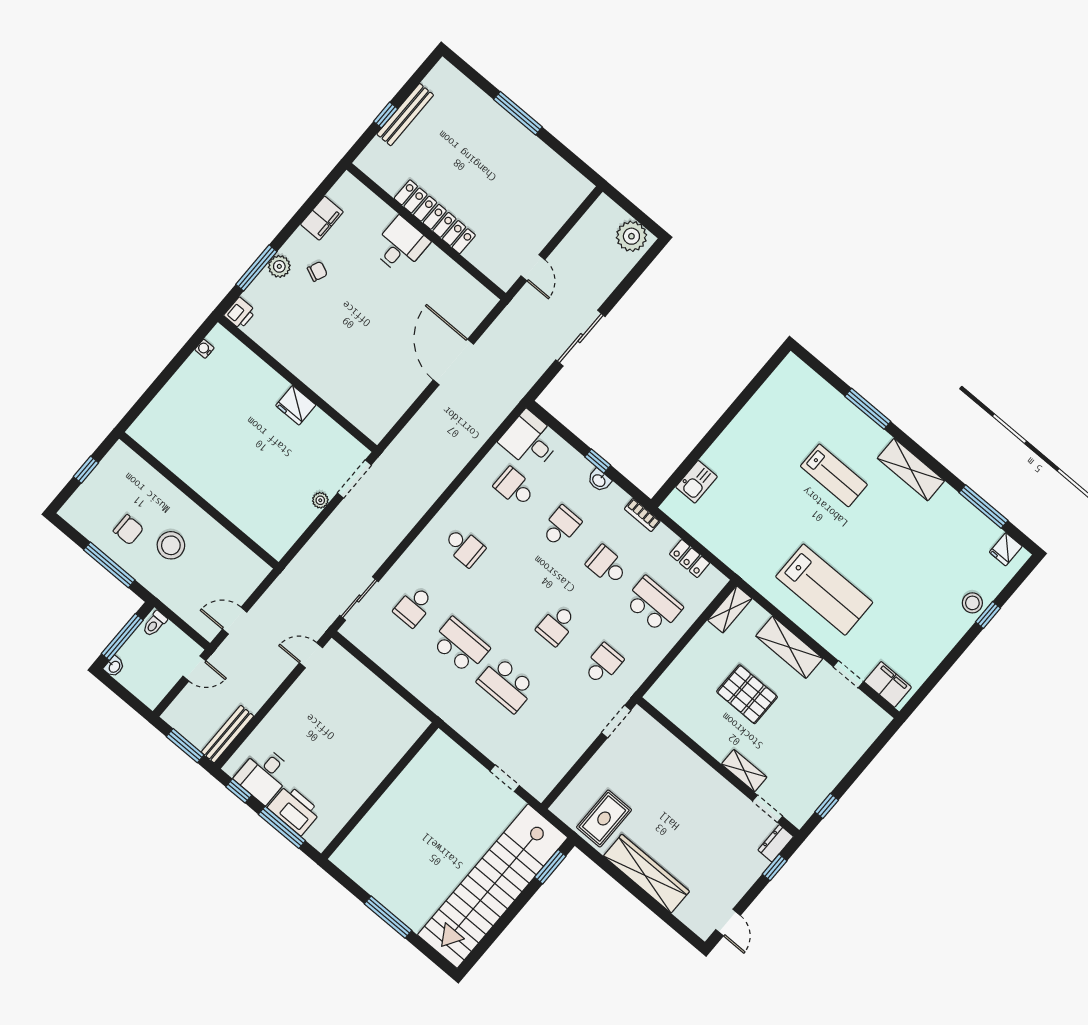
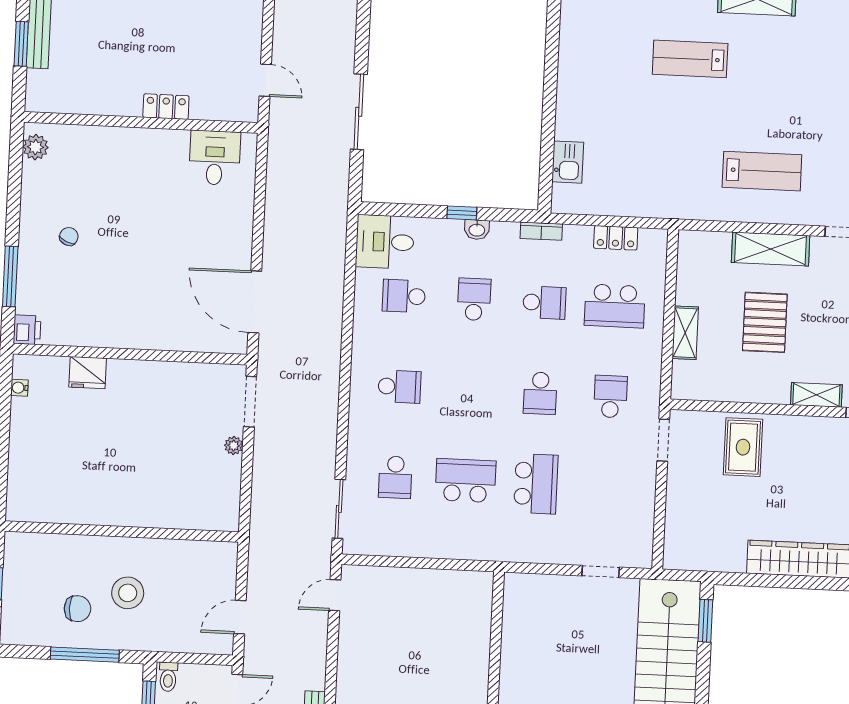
window: (386, 115) -> (21, 44), width x1.50
locker: (435, 217) -> (166, 107), width x0.46, depth x0.83
filing cabinet: (322, 218) -> (35, 184), removed
desk: (400, 245) -> (215, 158), moved
plant: (279, 266) -> (35, 147), moved
door: (453, 362) -> (255, 302), moved
fridge: (296, 405) -> (88, 373), moved
lab bench: (834, 475) -> (690, 59), turned 180
school desk: (607, 565) -> (544, 303), turned 180
lab bench: (824, 590) -> (762, 171), width x0.73, depth x0.72
school desk: (653, 604) -> (615, 306), turned 180
shelving: (730, 609) -> (685, 333), moved
school desk: (506, 685) -> (536, 484), turned -90
pallet: (747, 694) -> (765, 322), turned 90
rug: (604, 818) -> (743, 447), moved

